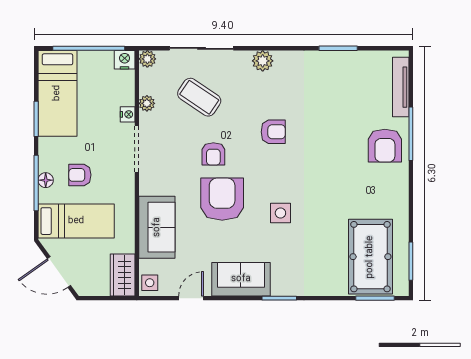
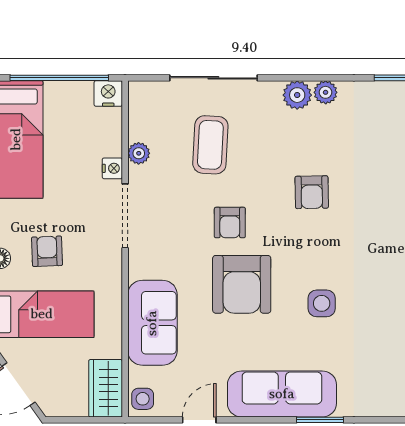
plant: (147, 59) -> (326, 92), moved
coffee table: (199, 97) -> (210, 145), turned 59
armchair: (273, 132) -> (312, 192), turned 89
armchair: (80, 175) -> (47, 251), turned 88
armchair: (222, 199) -> (242, 284), turned 180
sofa: (241, 279) -> (282, 394), width x1.36

